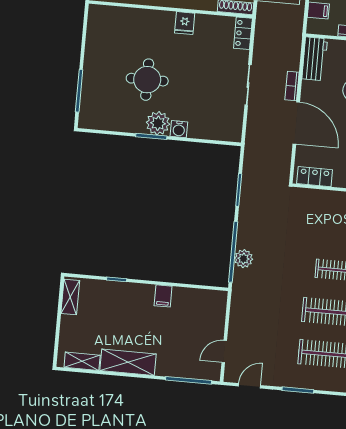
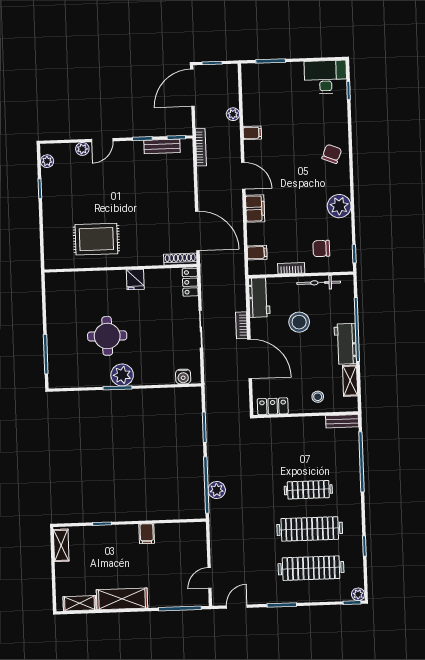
water cooler: (179, 129) -> (183, 377), moved

